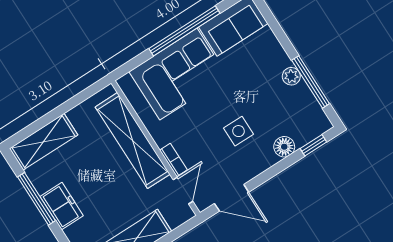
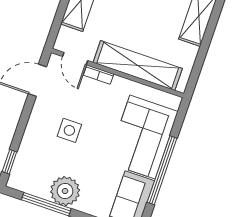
plant: (291, 76) -> (65, 191), width x1.87, depth x1.87
floor lamp: (284, 147) -> (29, 145), removed

